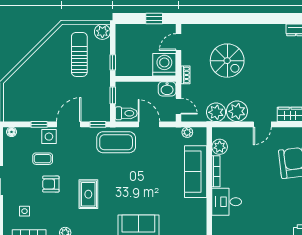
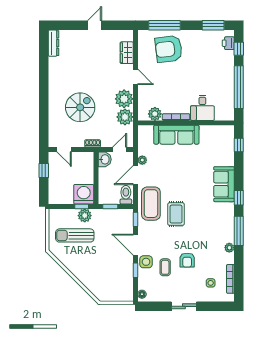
plant: (102, 32) -> (85, 216), moved
washing machine: (164, 65) -> (84, 194), moved, turned 90
plant: (187, 132) -> (142, 160), moved
rug: (88, 194) -> (176, 214), moved, turned 90

